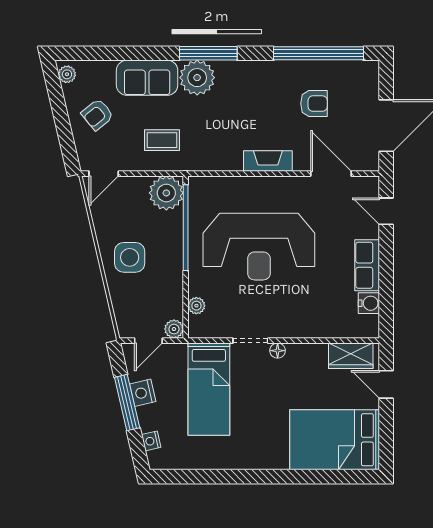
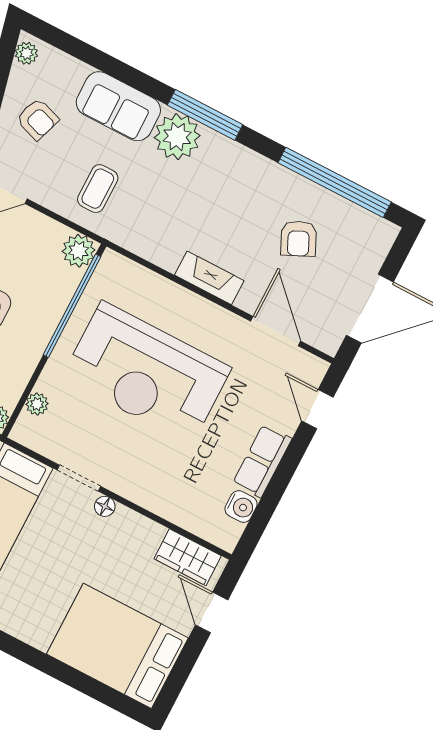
armchair: (314, 104) -> (299, 239), turned 65
armchair: (97, 115) -> (37, 119), turned -122
coffee table: (162, 140) -> (98, 189), turned 90
plant: (166, 193) -> (79, 251), width x0.73, depth x0.73

